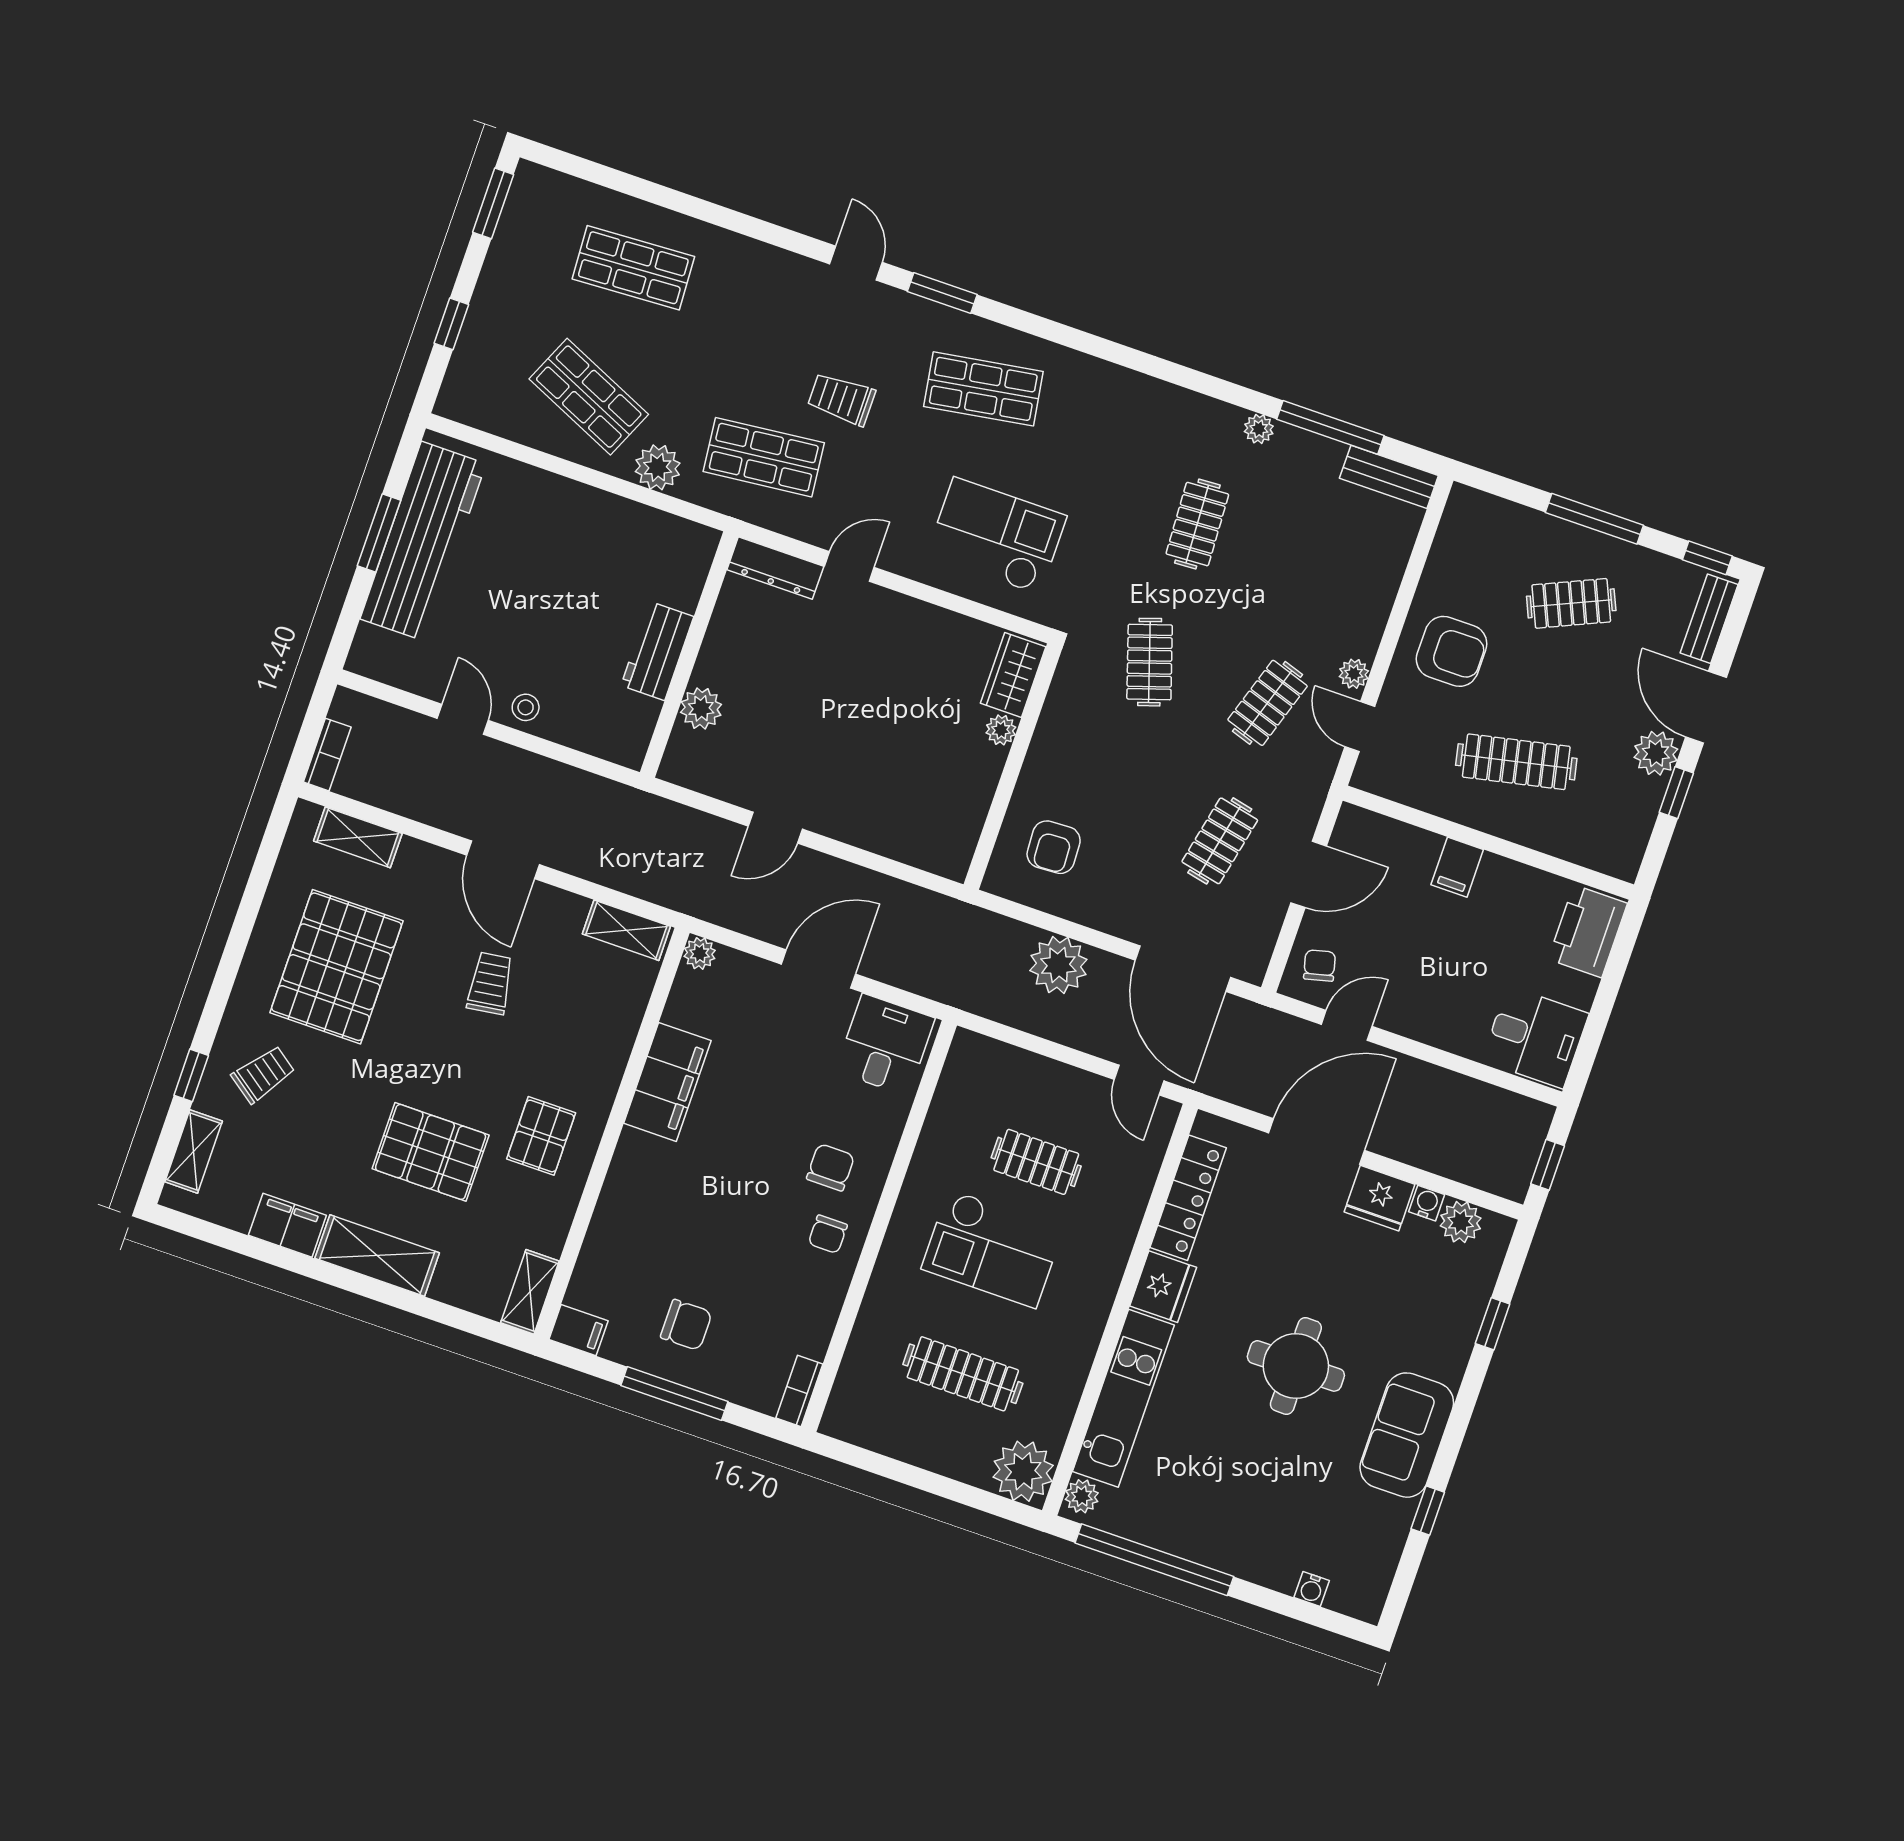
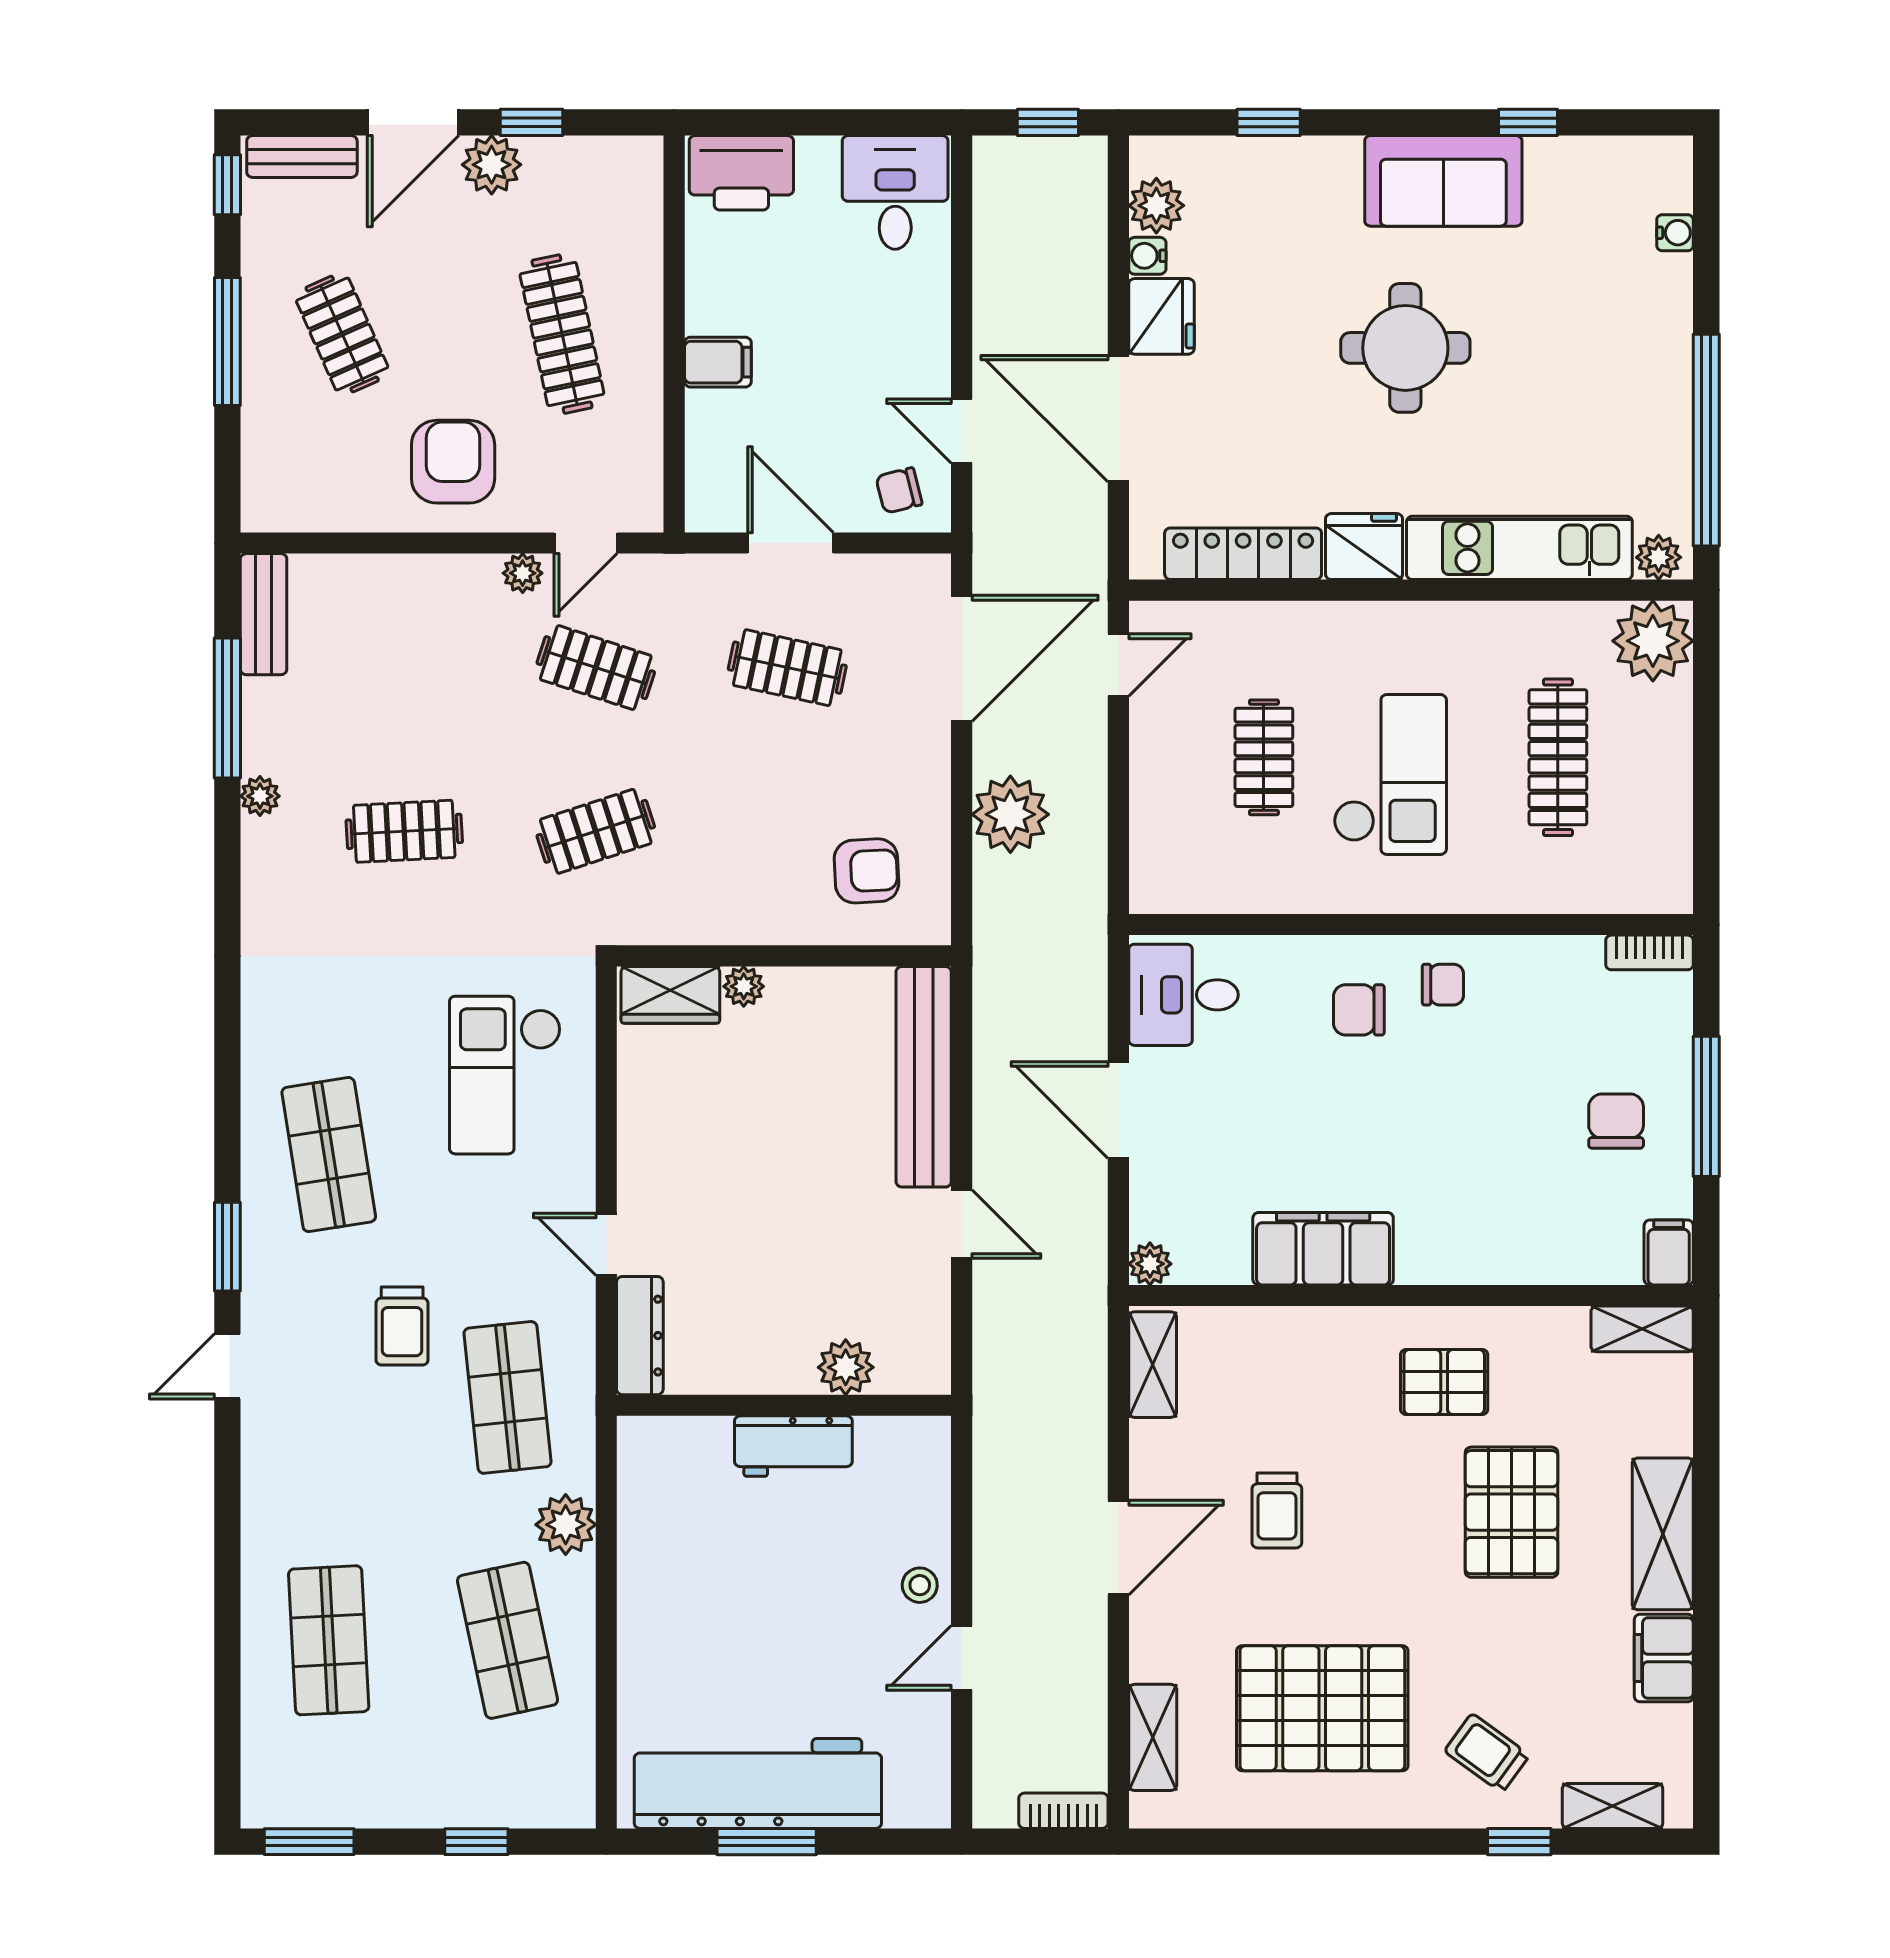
shop shelf: (589, 397) -> (507, 1640), turned -36
bench: (891, 837) -> (924, 1077), added
trolley: (490, 983) -> (1277, 1511), turned -82

